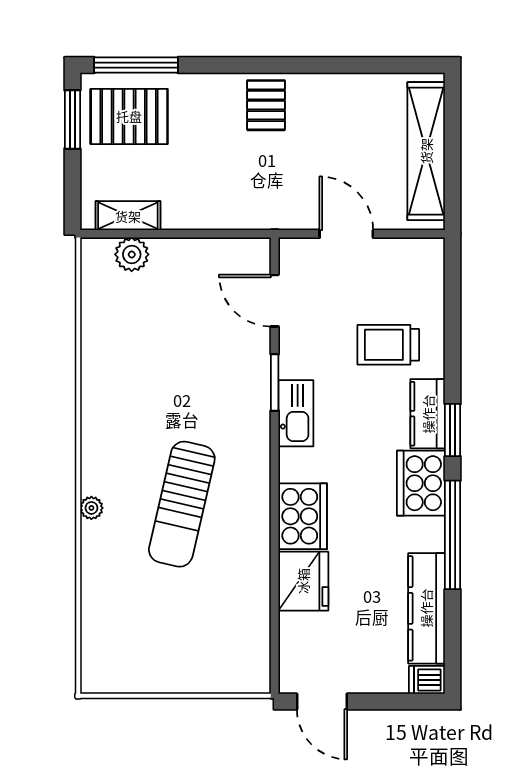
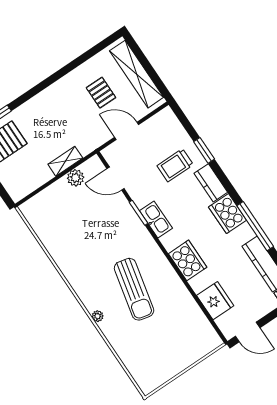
pallet: (266, 105) -> (101, 93), moved
shelving: (128, 216) -> (65, 161), moved
plant: (132, 254) -> (76, 178), moved
window: (453, 430) -> (204, 150), moved
fridge: (303, 581) -> (215, 301), moved

